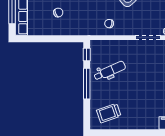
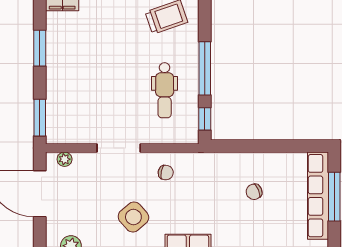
doorway: (148, 38) -> (119, 148), moved
dental chair: (110, 71) -> (165, 90), turned -66

